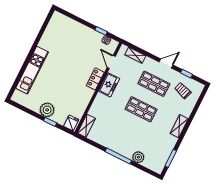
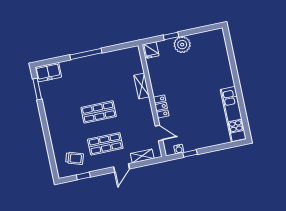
door: (166, 63) -> (122, 168), moved
kitchen unit: (32, 70) -> (233, 114), moved
freezer: (109, 85) -> (48, 72), moved, turned -90
shelving: (86, 126) -> (142, 86), moved
shelving: (179, 126) -> (53, 124), removed
plant: (138, 157) -> (67, 67), removed

